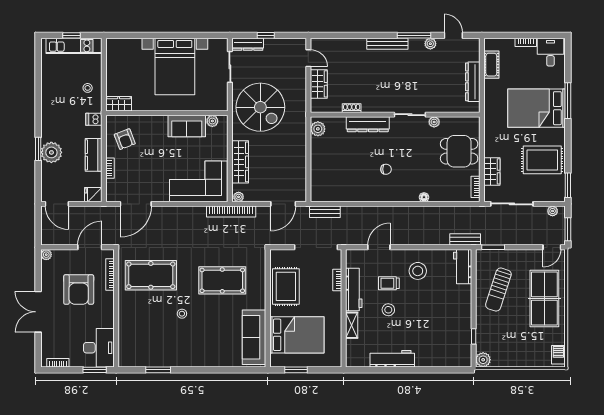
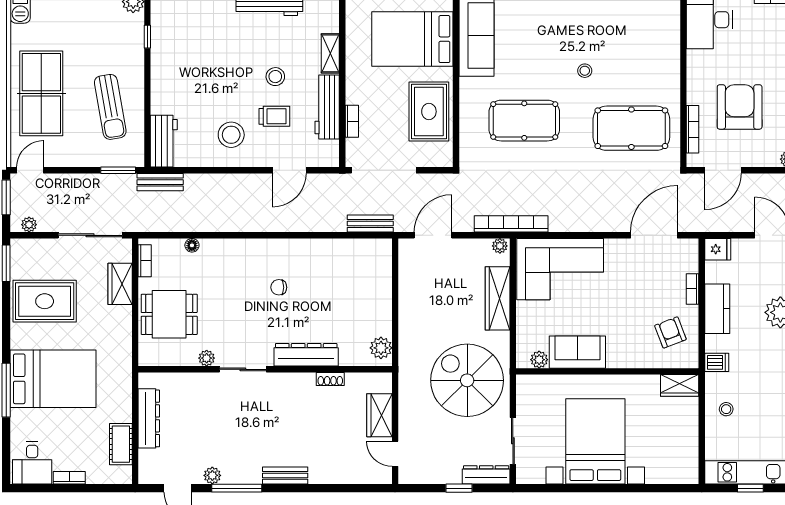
bench: (387, 44) -> (285, 475), width x0.73
floor lamp: (424, 197) -> (192, 245), moved
sun lounger: (498, 290) -> (110, 107), turned 152

